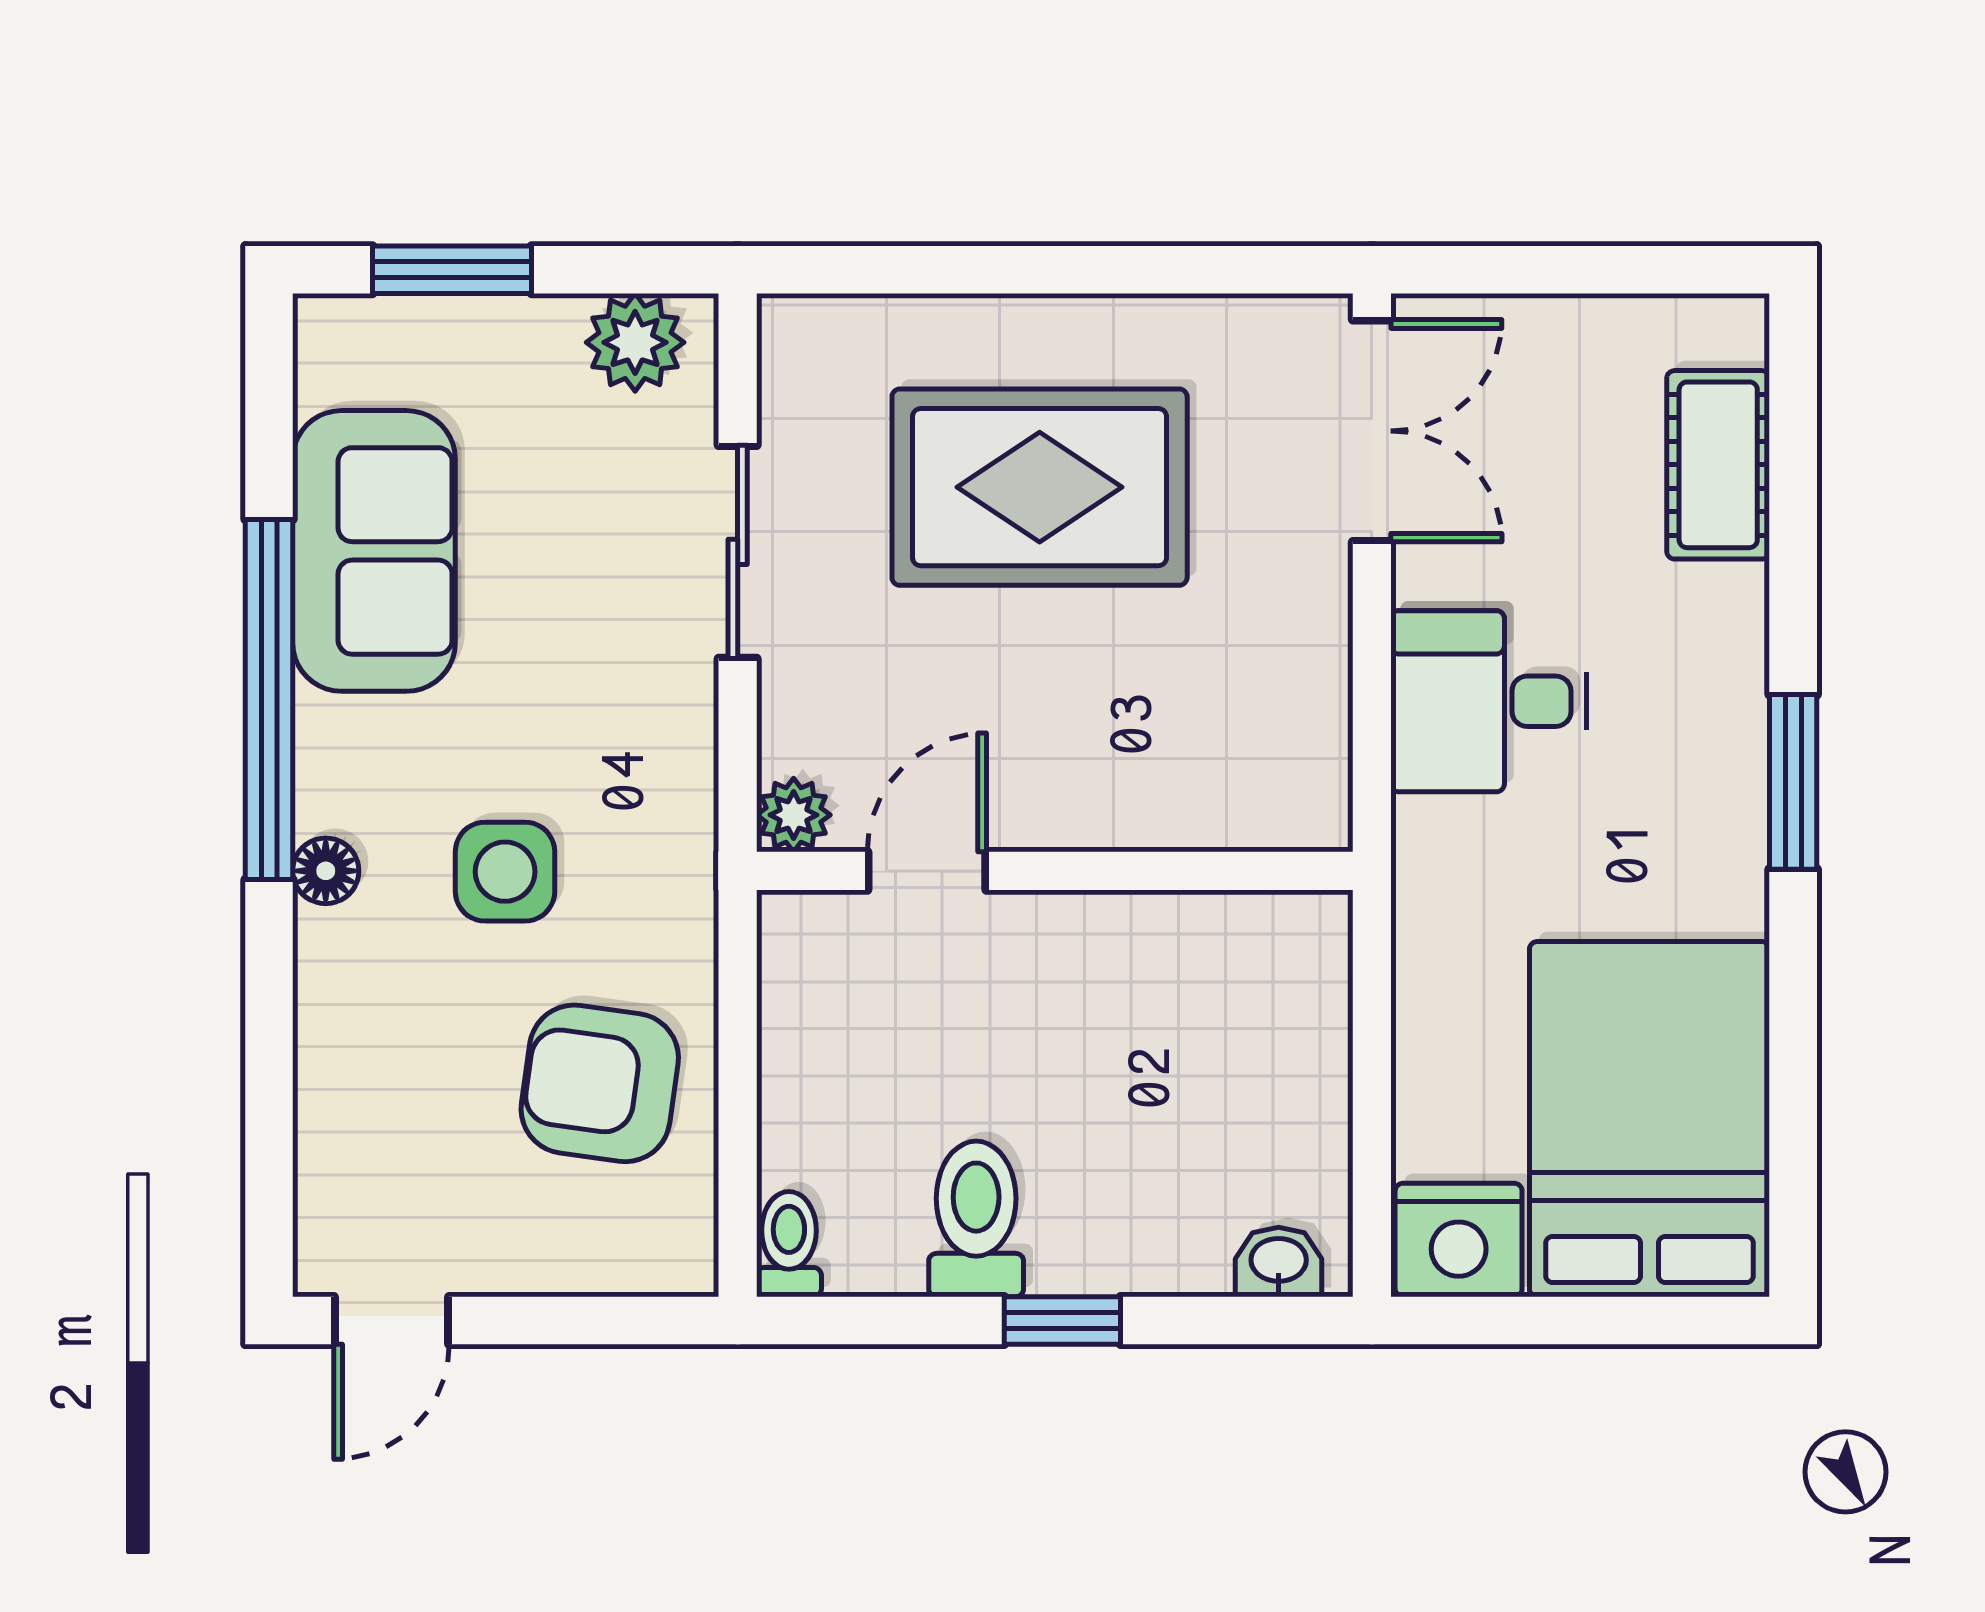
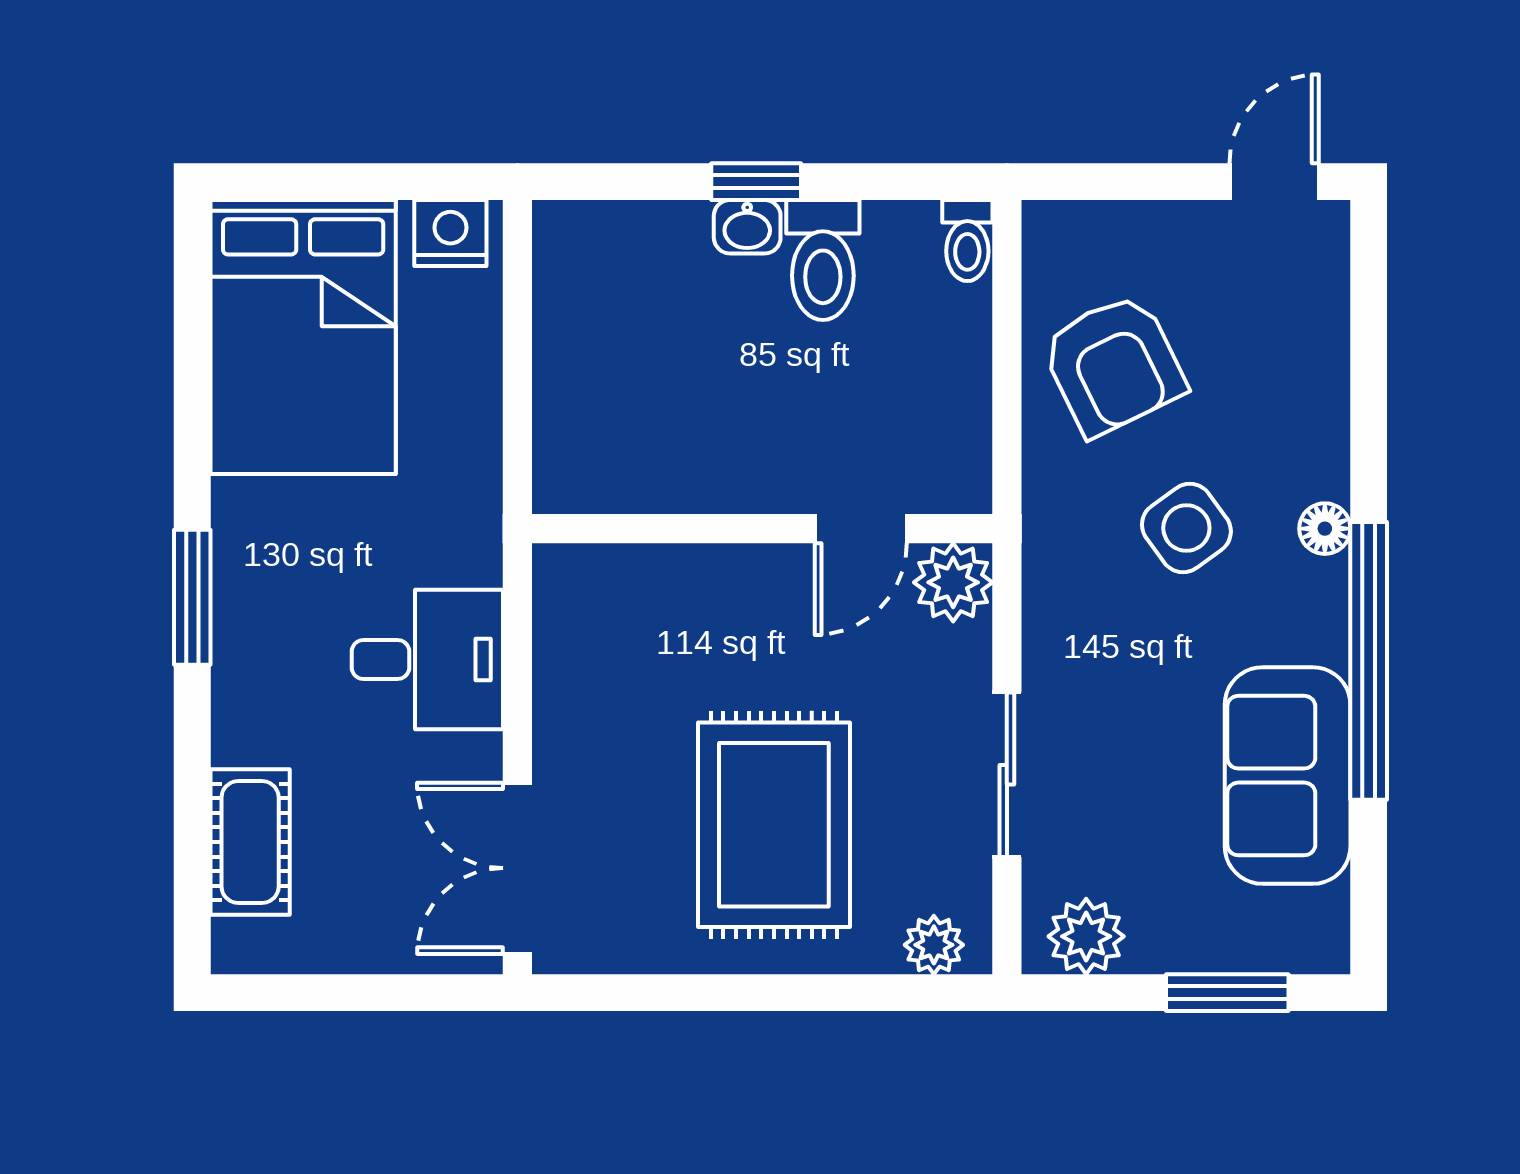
plant: (832, 331) -> (934, 945), added
rug: (1040, 487) -> (774, 825), turned 90
plant: (794, 815) -> (953, 582), width x1.38, depth x1.38
side table: (505, 872) -> (1186, 528), turned -36
armchair: (600, 1083) -> (1113, 365), turned 56
nightstand: (1459, 1240) -> (450, 233), width x0.74, depth x0.75
washbasin: (1279, 1262) -> (747, 227), moved

